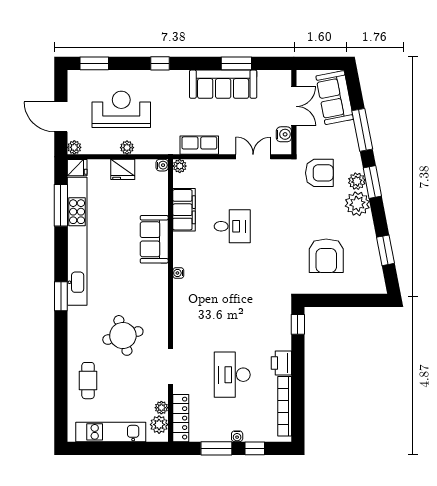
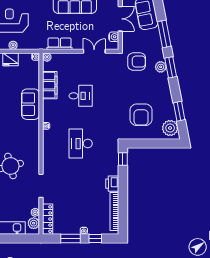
plant: (357, 204) -> (170, 128), moved
desk: (232, 375) -> (81, 144), moved

